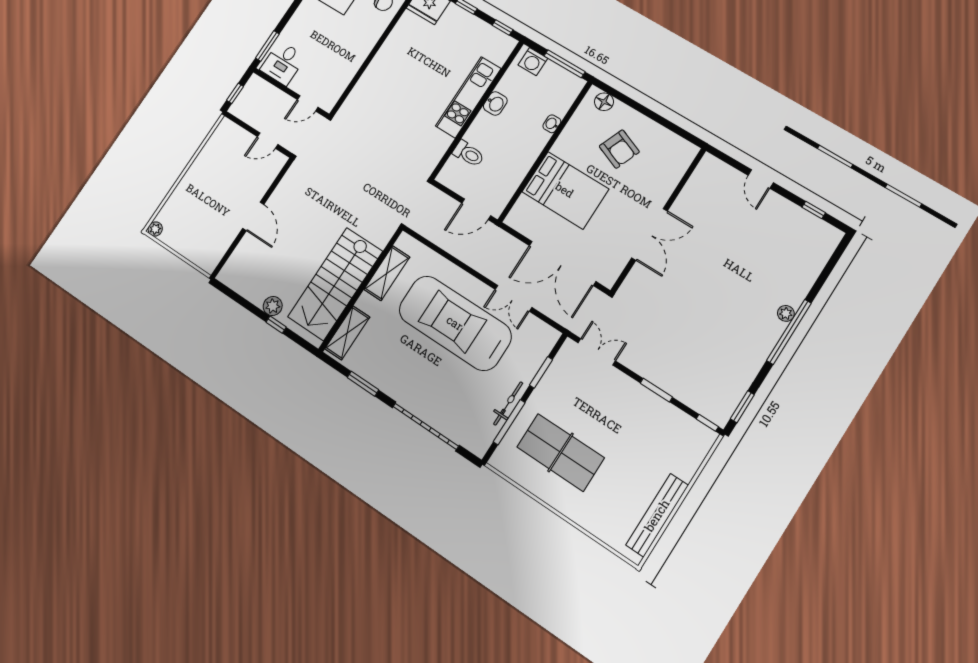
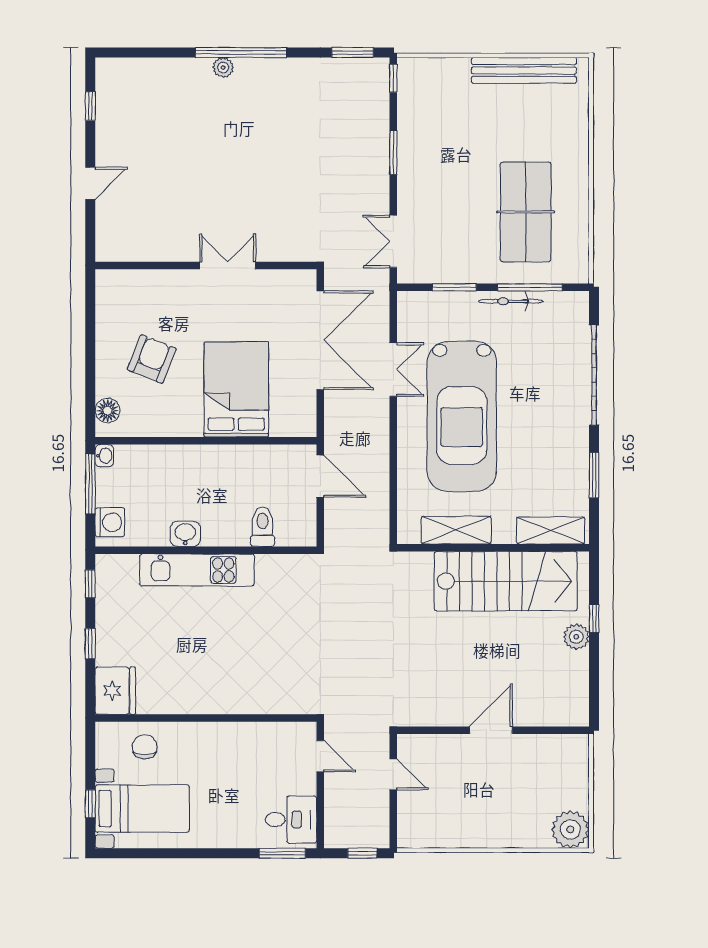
washbasin: (552, 124) -> (104, 456), moved, turned -90
plant: (155, 229) -> (570, 829), width x1.87, depth x1.87
double door: (650, 234) -> (228, 265), width x0.73

